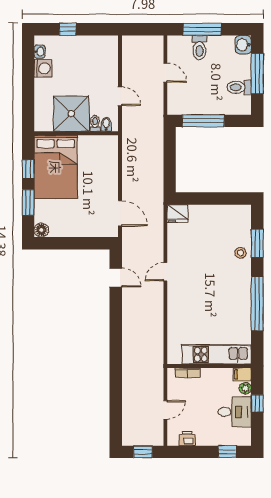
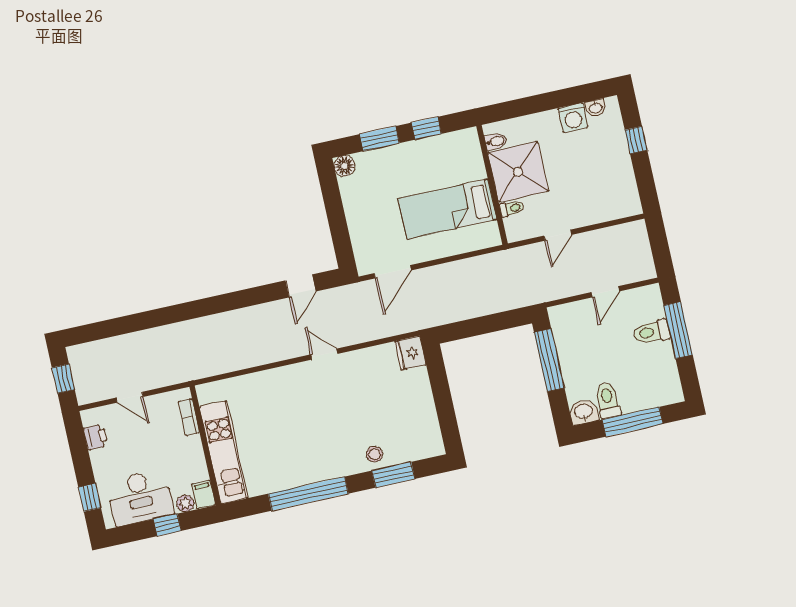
washbasin: (243, 45) -> (584, 412), moved
bidet: (106, 124) -> (496, 141), moved
bed: (56, 167) -> (448, 209), moved, width x0.67
desk: (235, 412) -> (140, 498), width x1.37

